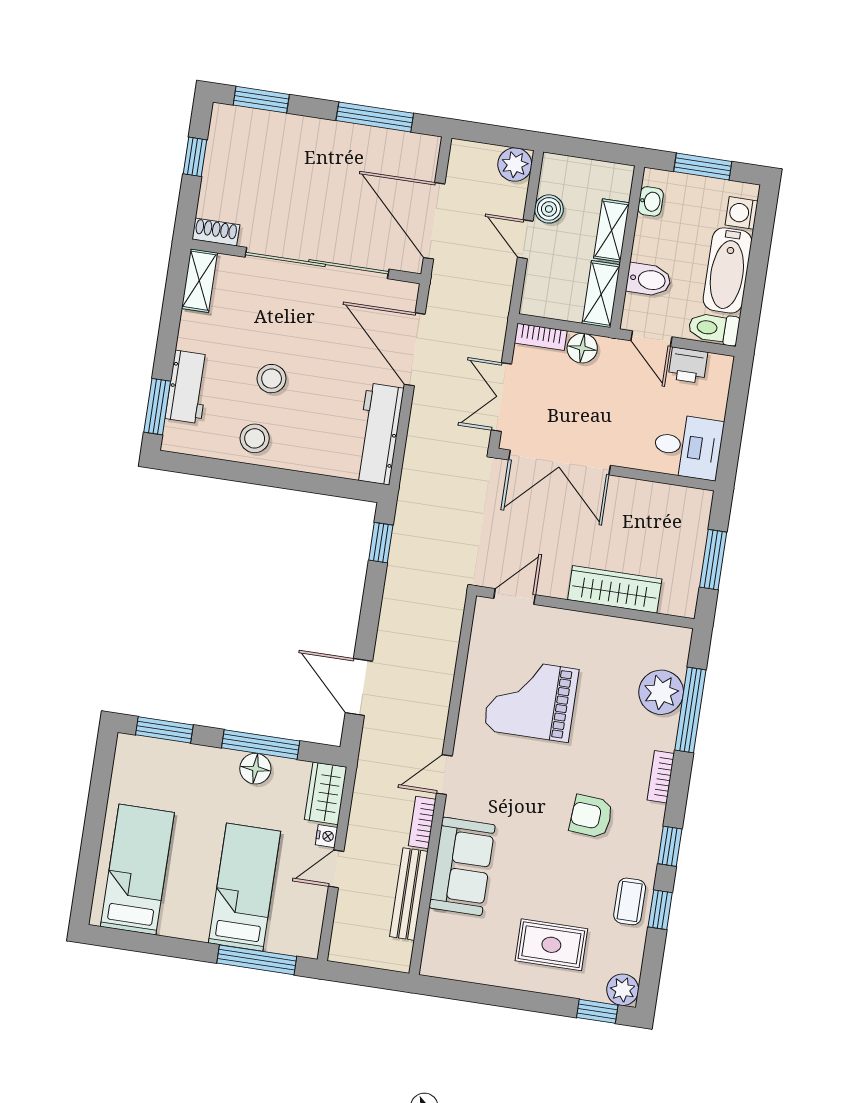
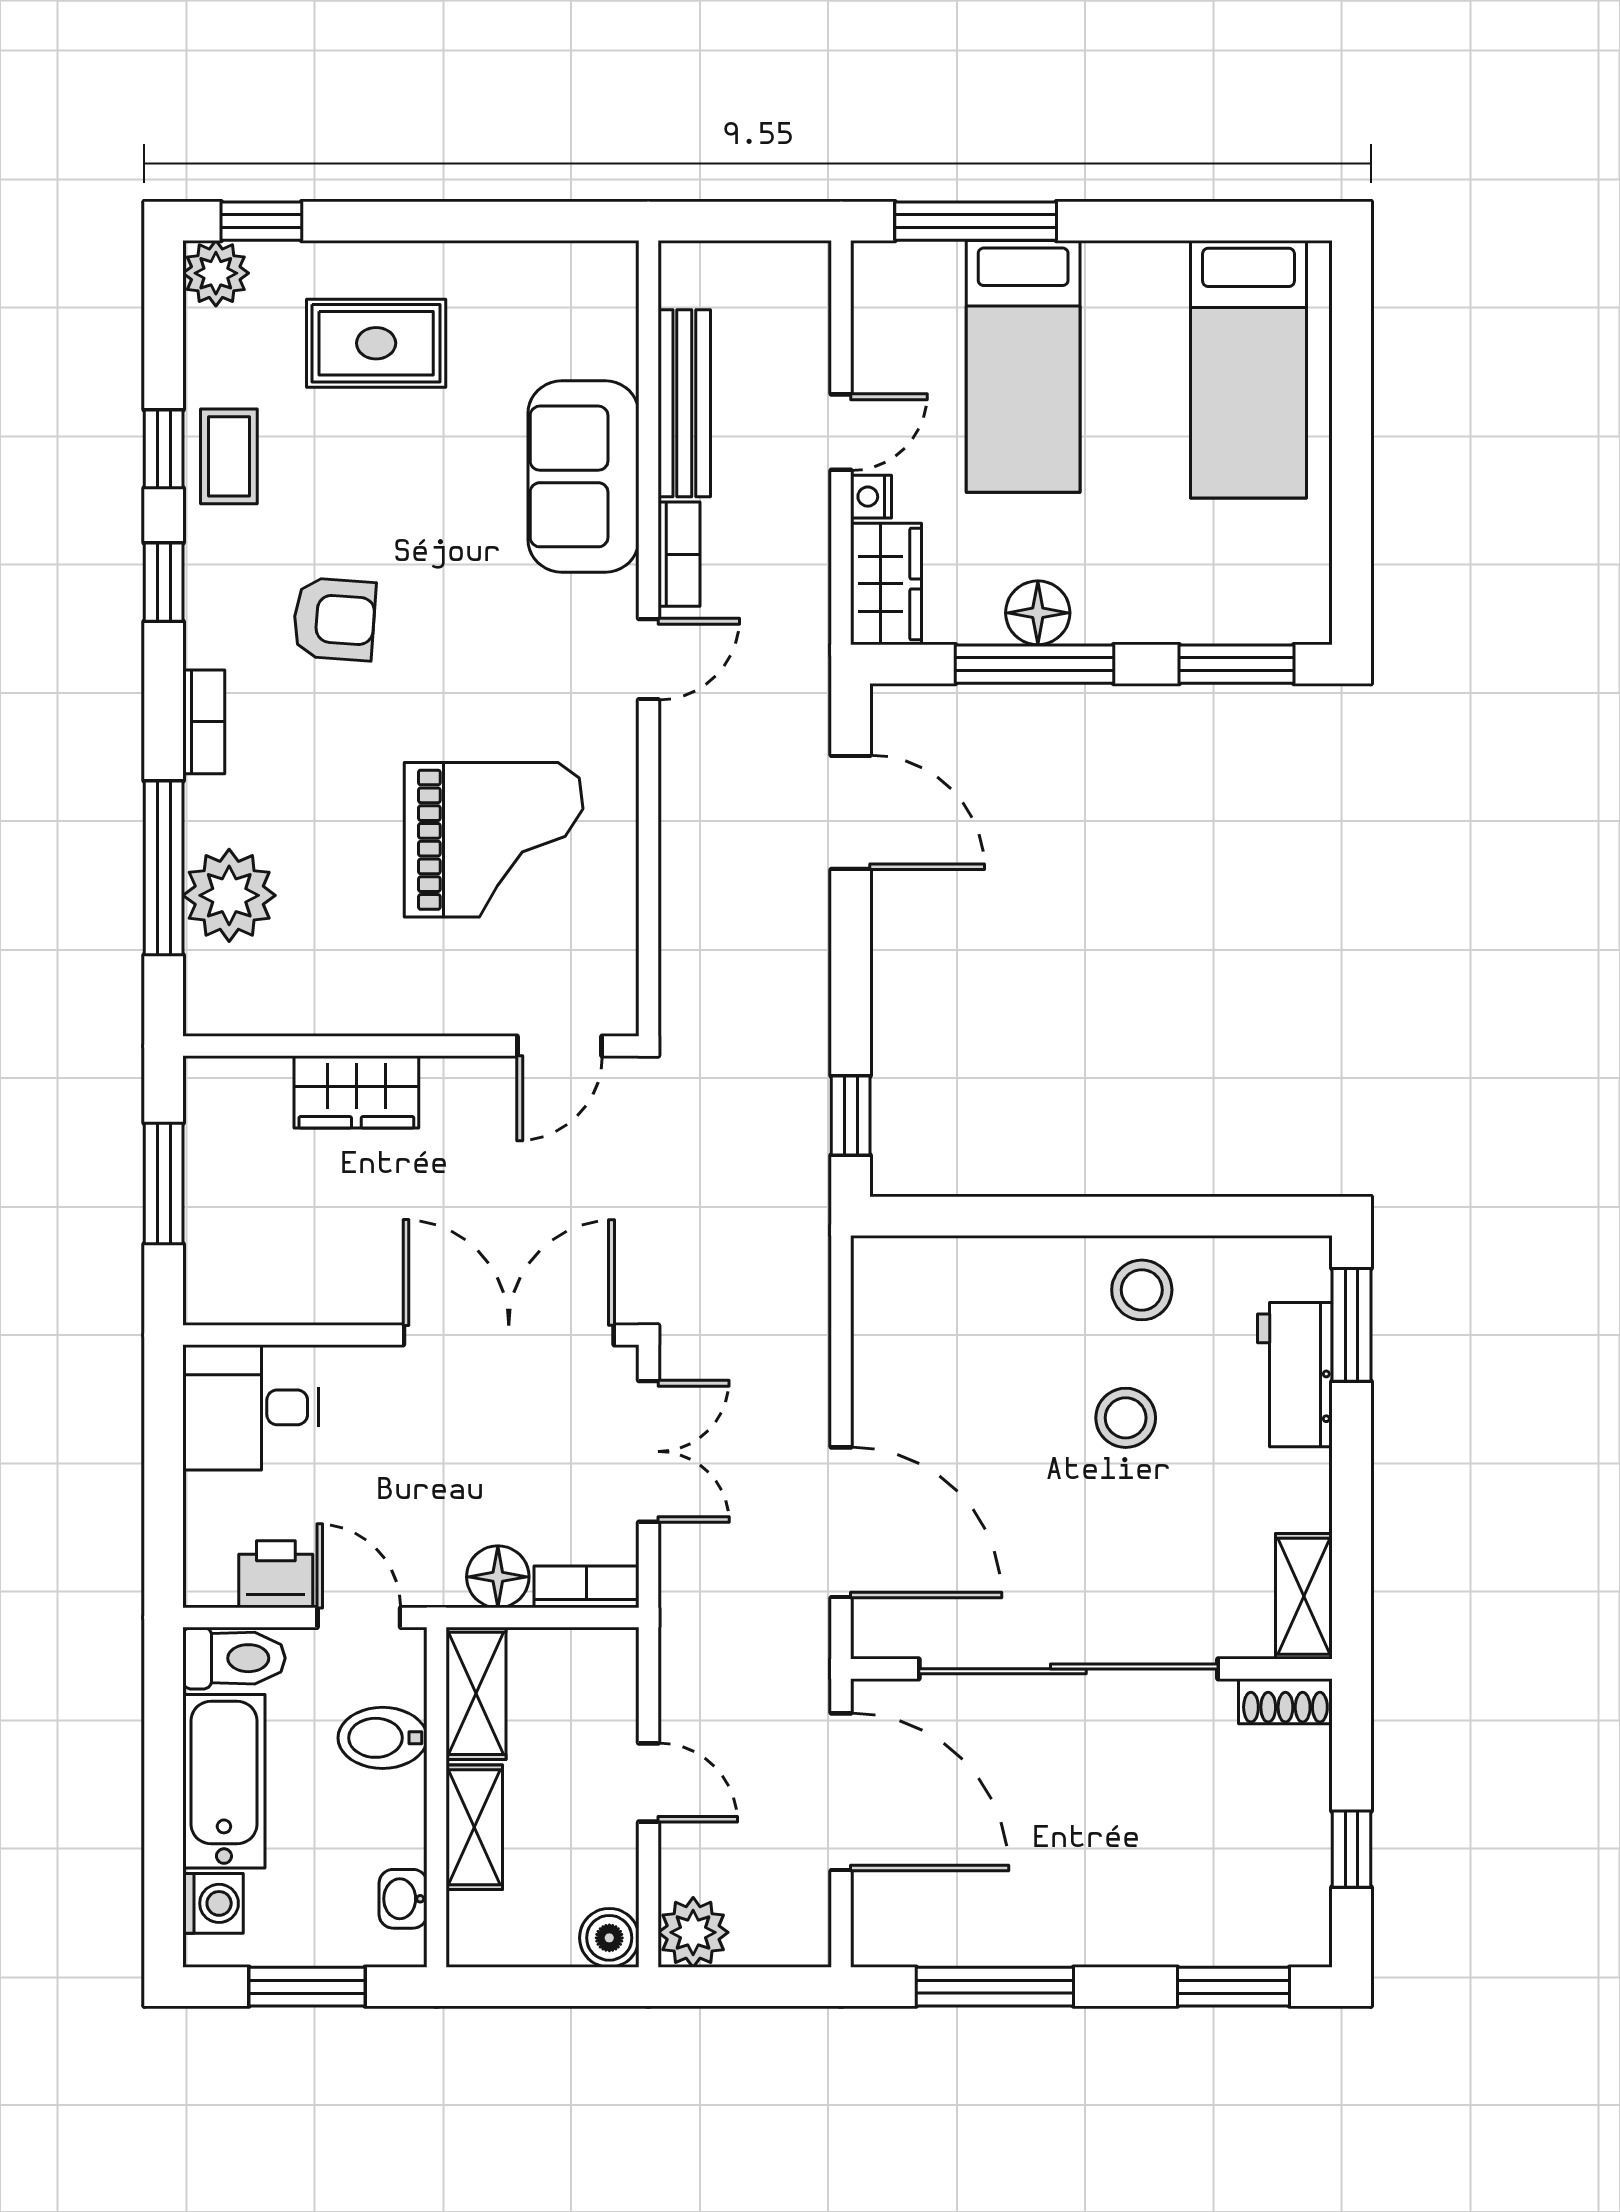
boiler: (549, 209) -> (609, 1938), moved
workbench: (379, 434) -> (889, 1338), removed
wardrobe: (615, 589) -> (356, 1092), width x0.67

